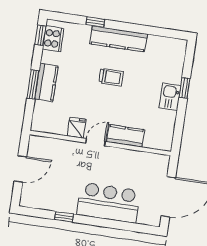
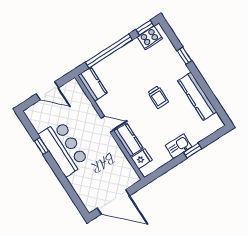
kitchen counter: (119, 39) -> (197, 96), moved
kitchen counter: (46, 82) -> (93, 84), moved, turned -90
window: (33, 85) -> (109, 51), width x2.11
fridge: (77, 128) -> (142, 159), moved
bar counter: (109, 203) -> (64, 148), moved

